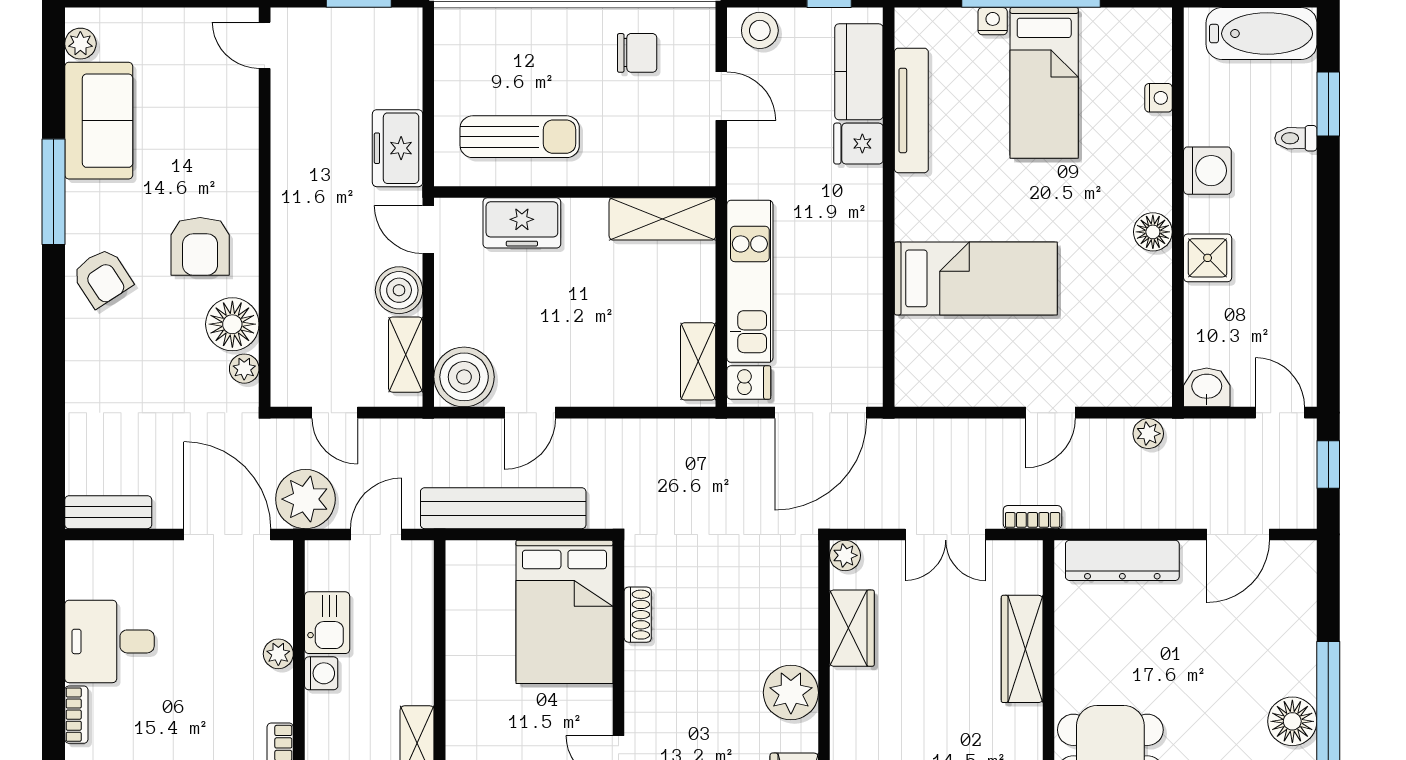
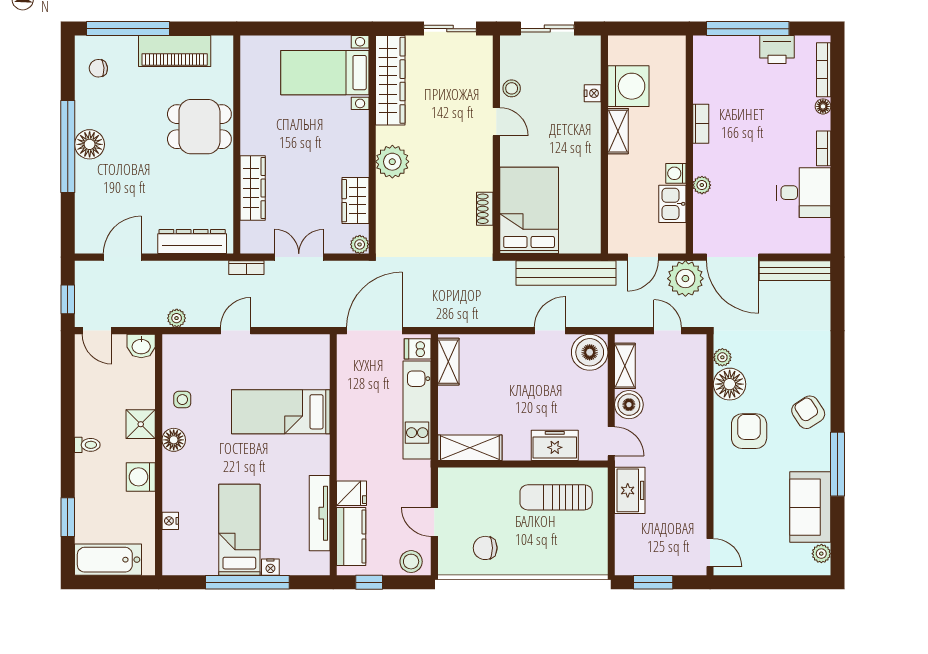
toilet: (1296, 138) -> (87, 445), moved
side table: (1139, 299) -> (182, 400), added
bench: (108, 512) -> (795, 271), width x1.36

